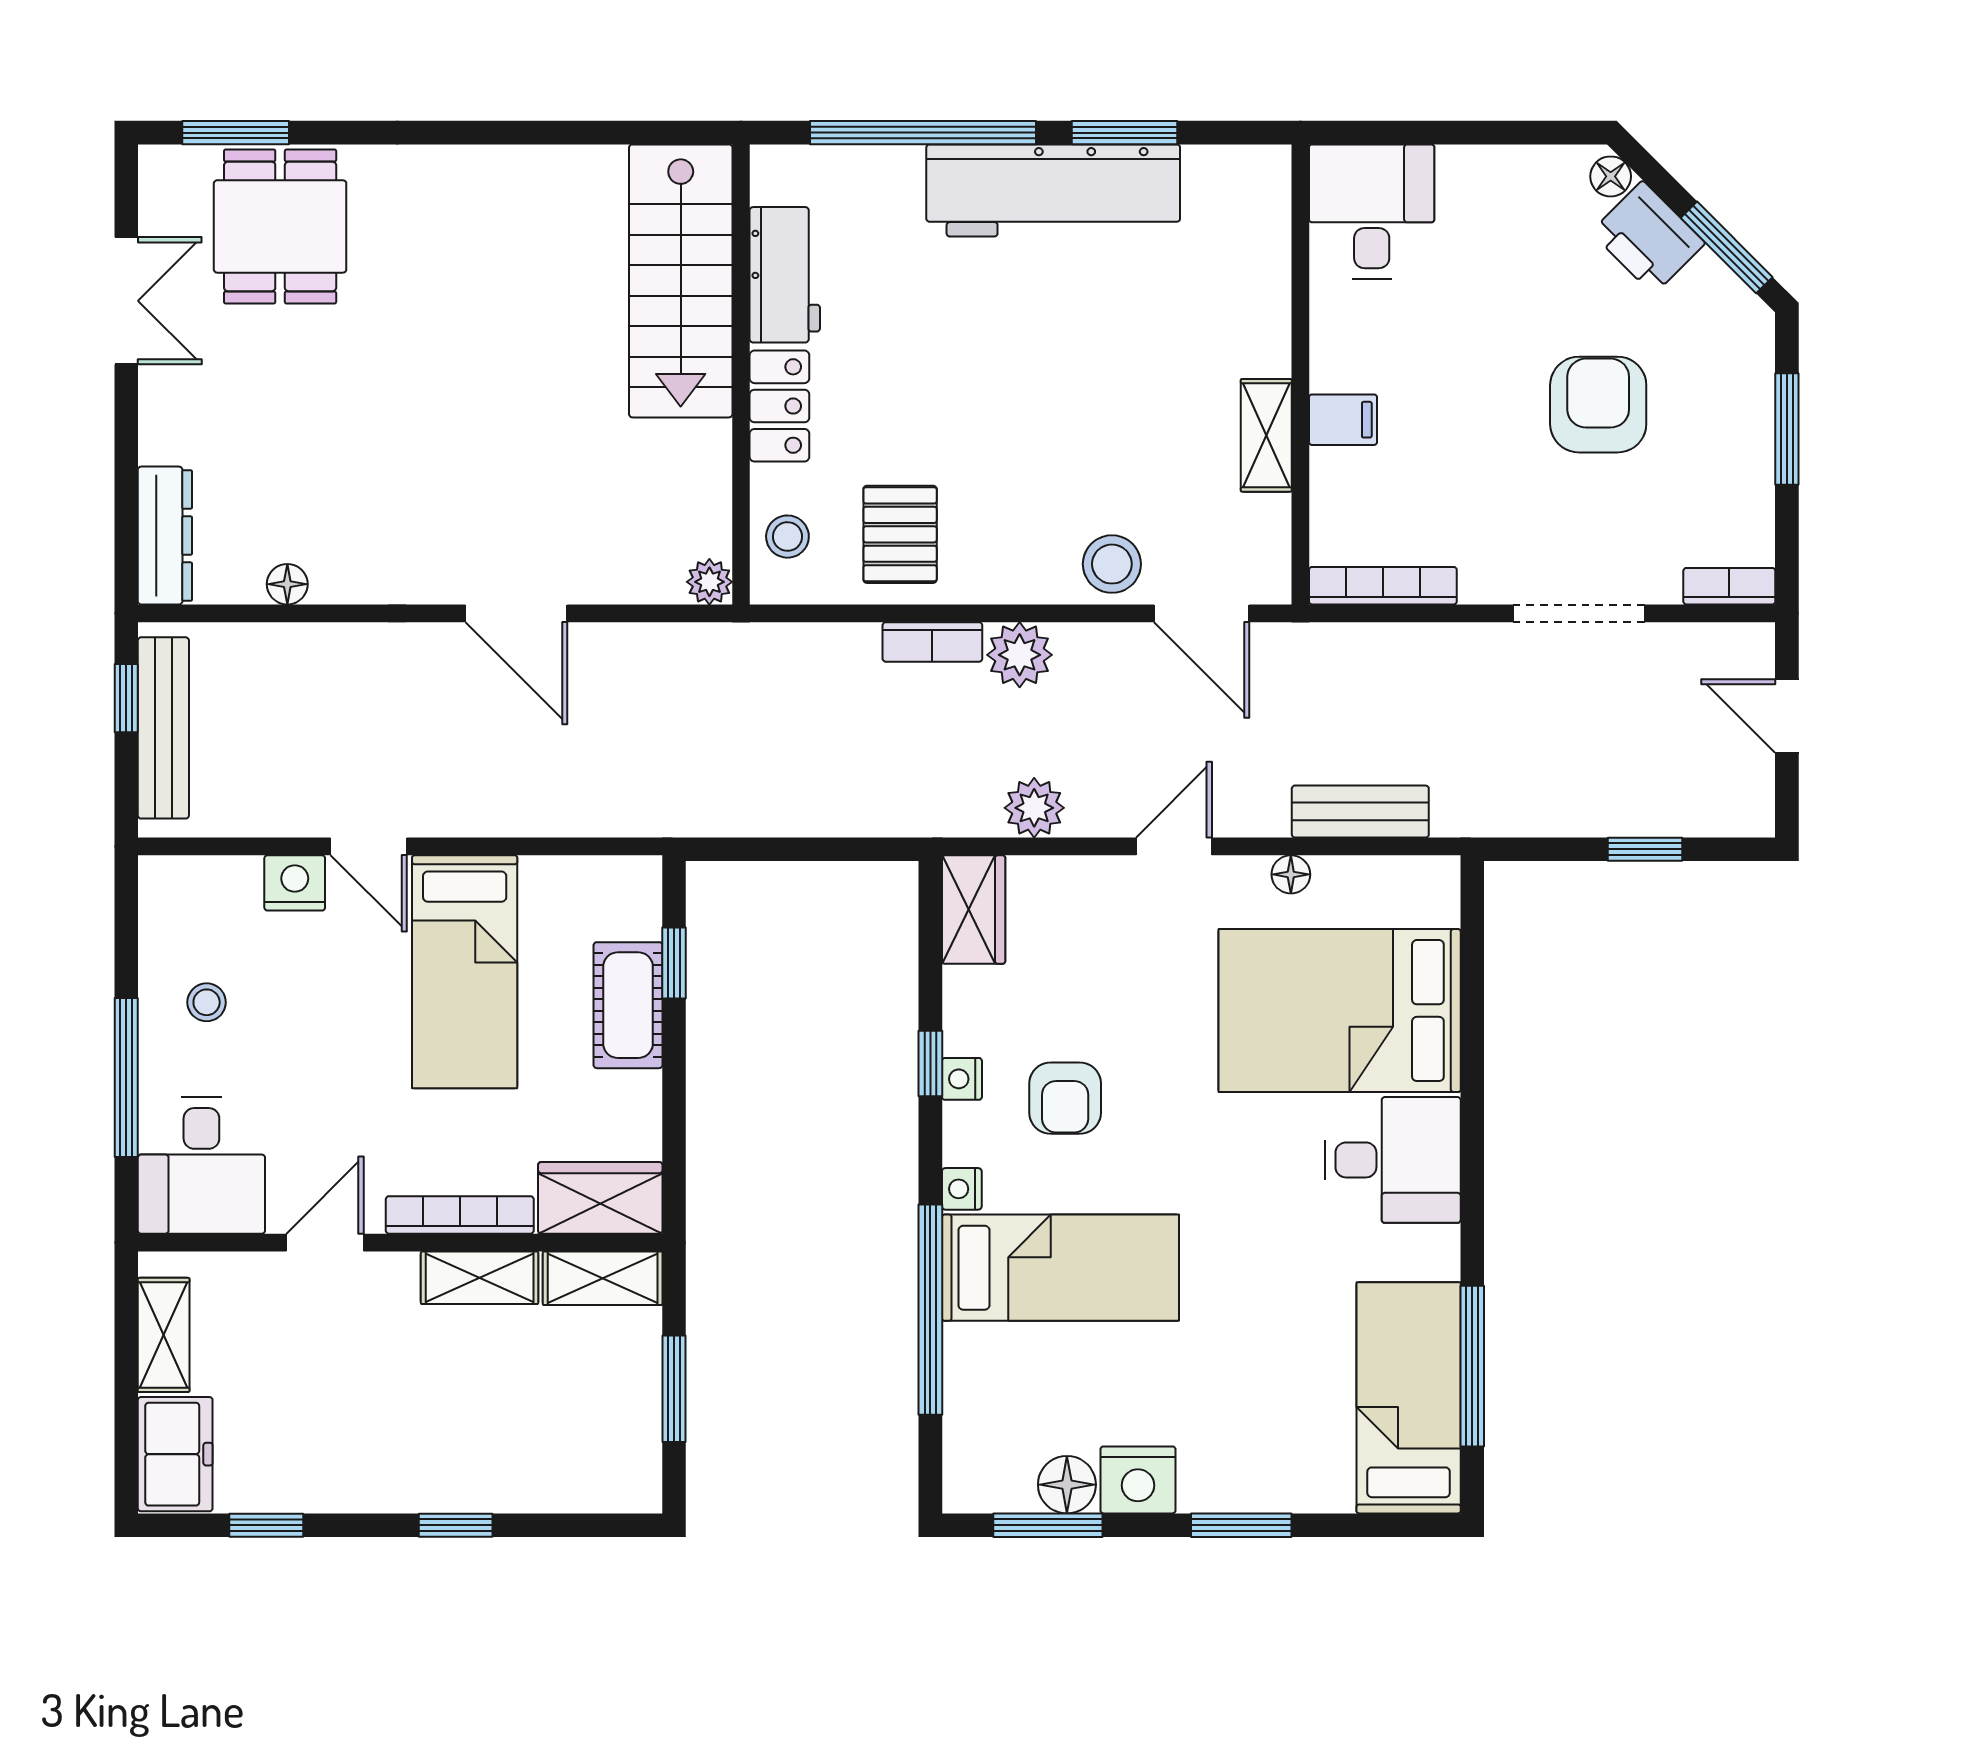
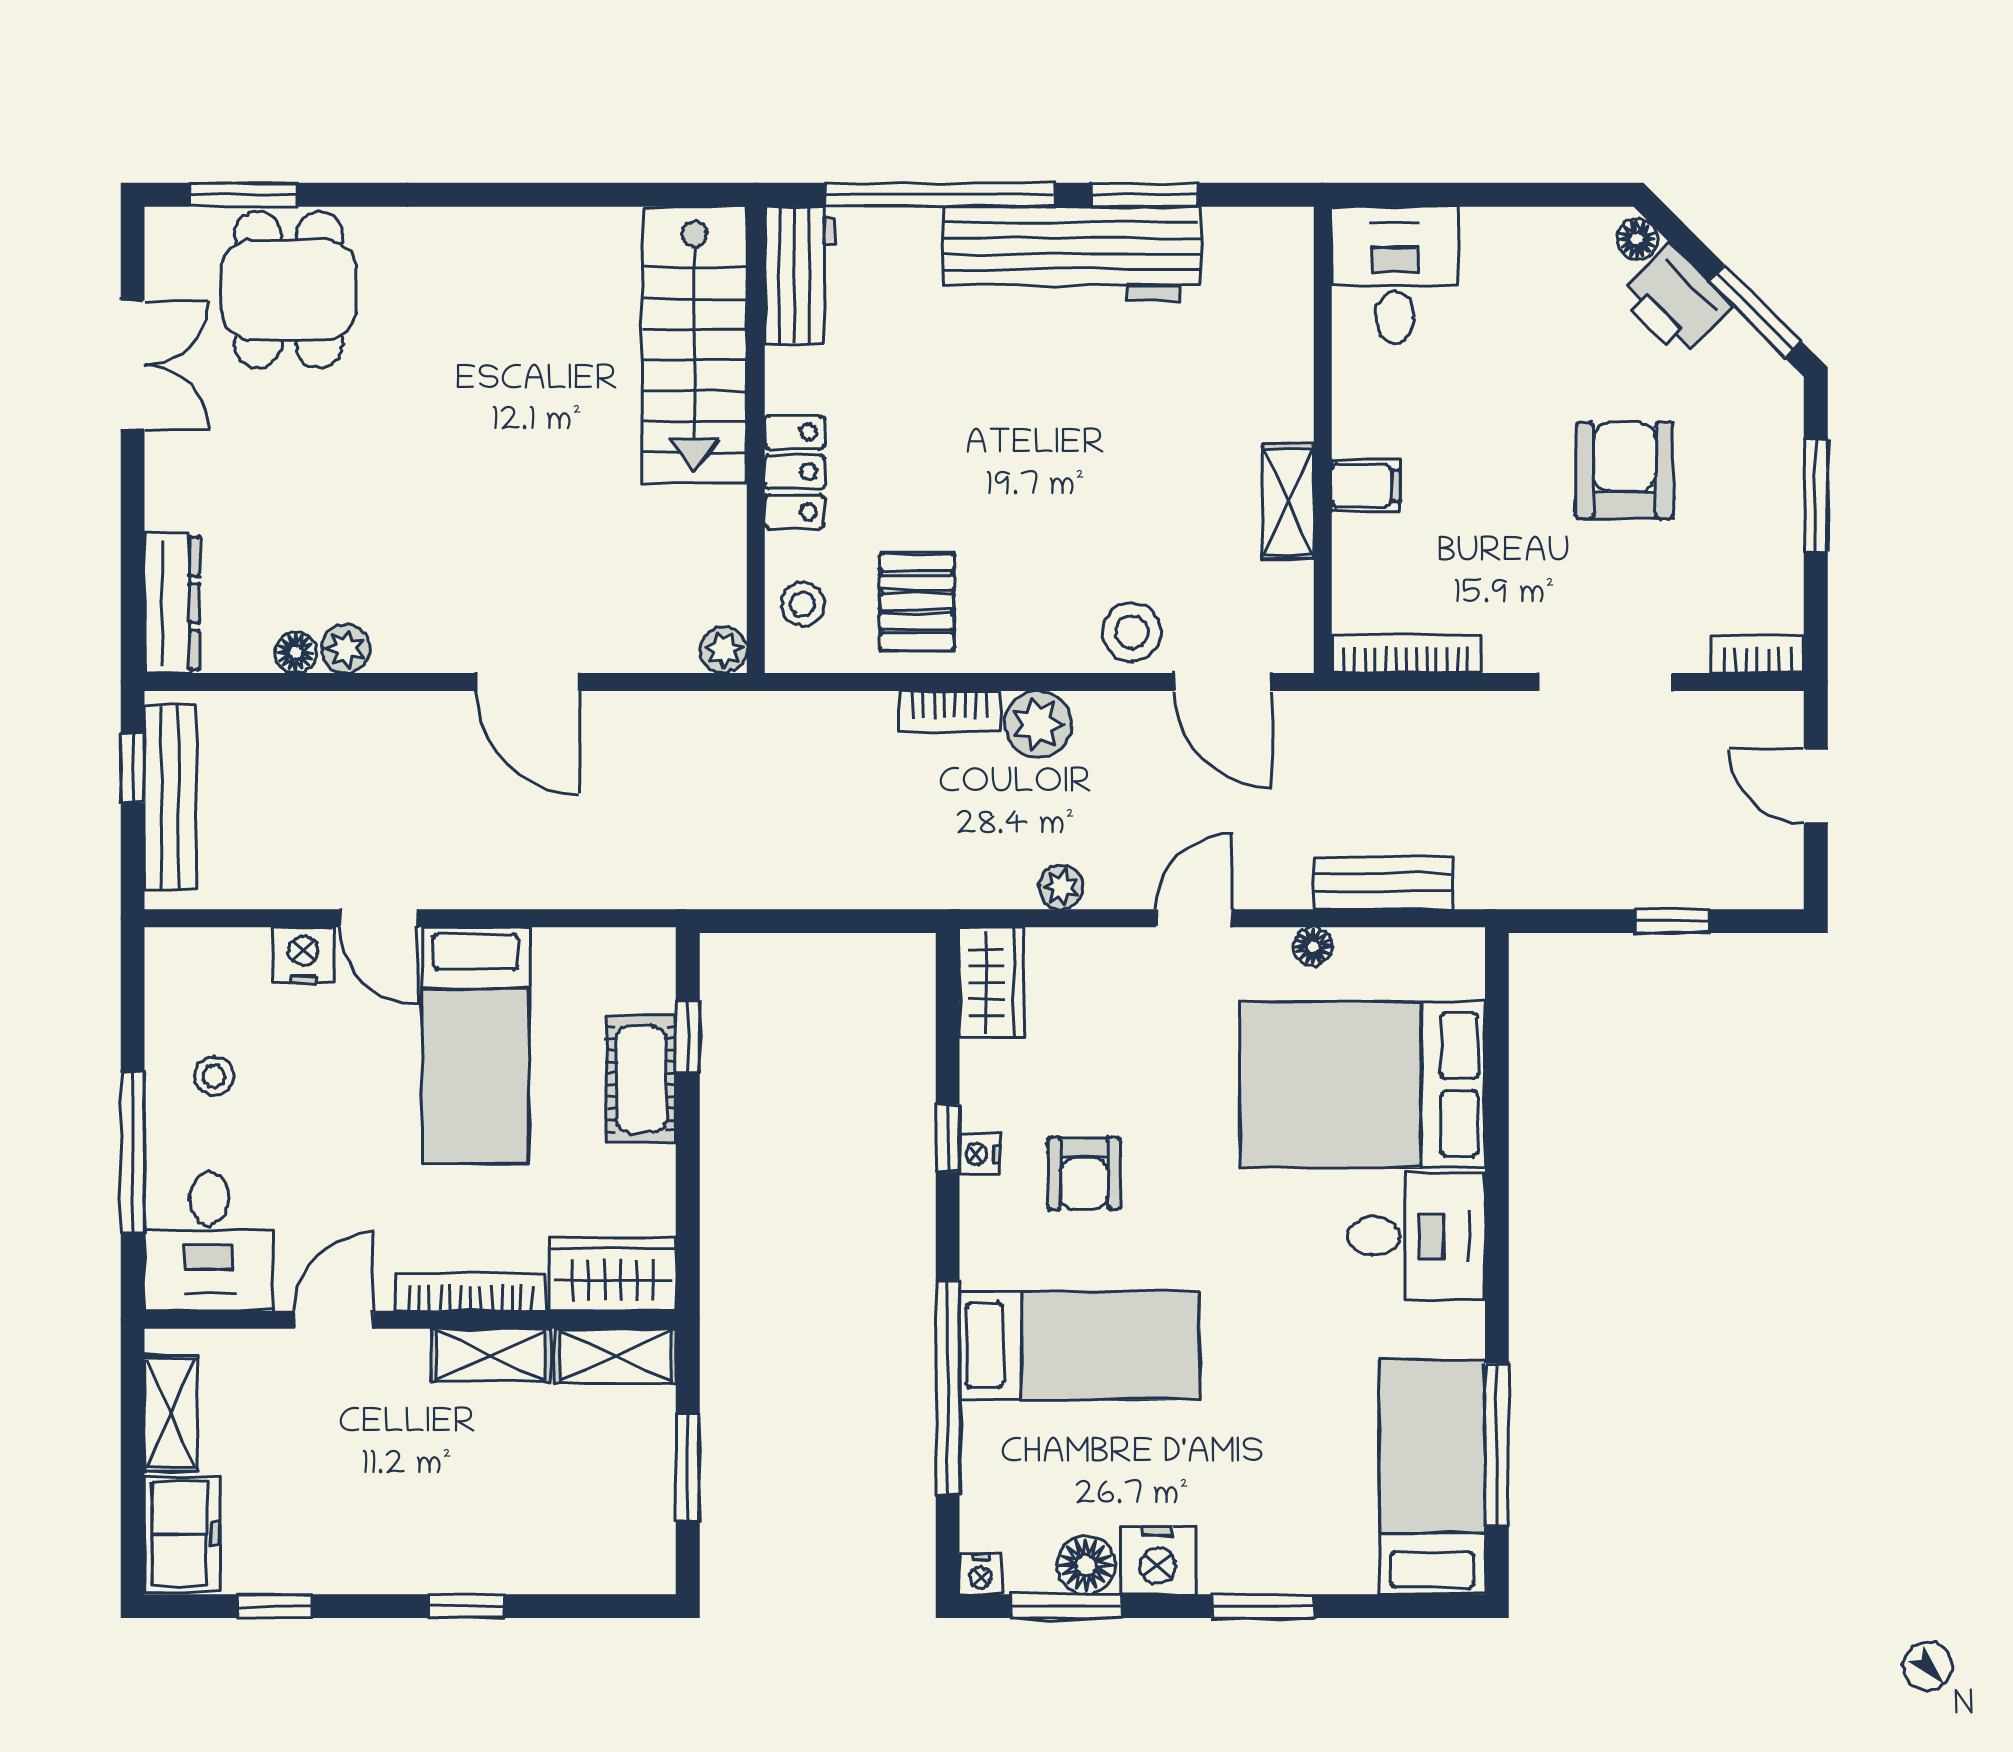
workbench: (785, 275) -> (800, 275), moved
plant: (336, 581) -> (345, 649), added
plant: (1034, 808) -> (1061, 887), width x0.73, depth x0.73
nightstand: (962, 1189) -> (981, 1574), moved, turned -90

